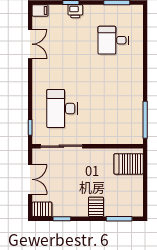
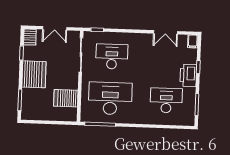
printer: (75, 11) -> (188, 75), width x1.87, depth x1.48
desk: (113, 40) -> (166, 100), width x1.37
desk: (113, 109) -> (110, 98), added
server rack: (129, 164) -> (66, 98), moved, turned -90
server rack: (96, 207) -> (34, 74), width x2.18, depth x1.44

